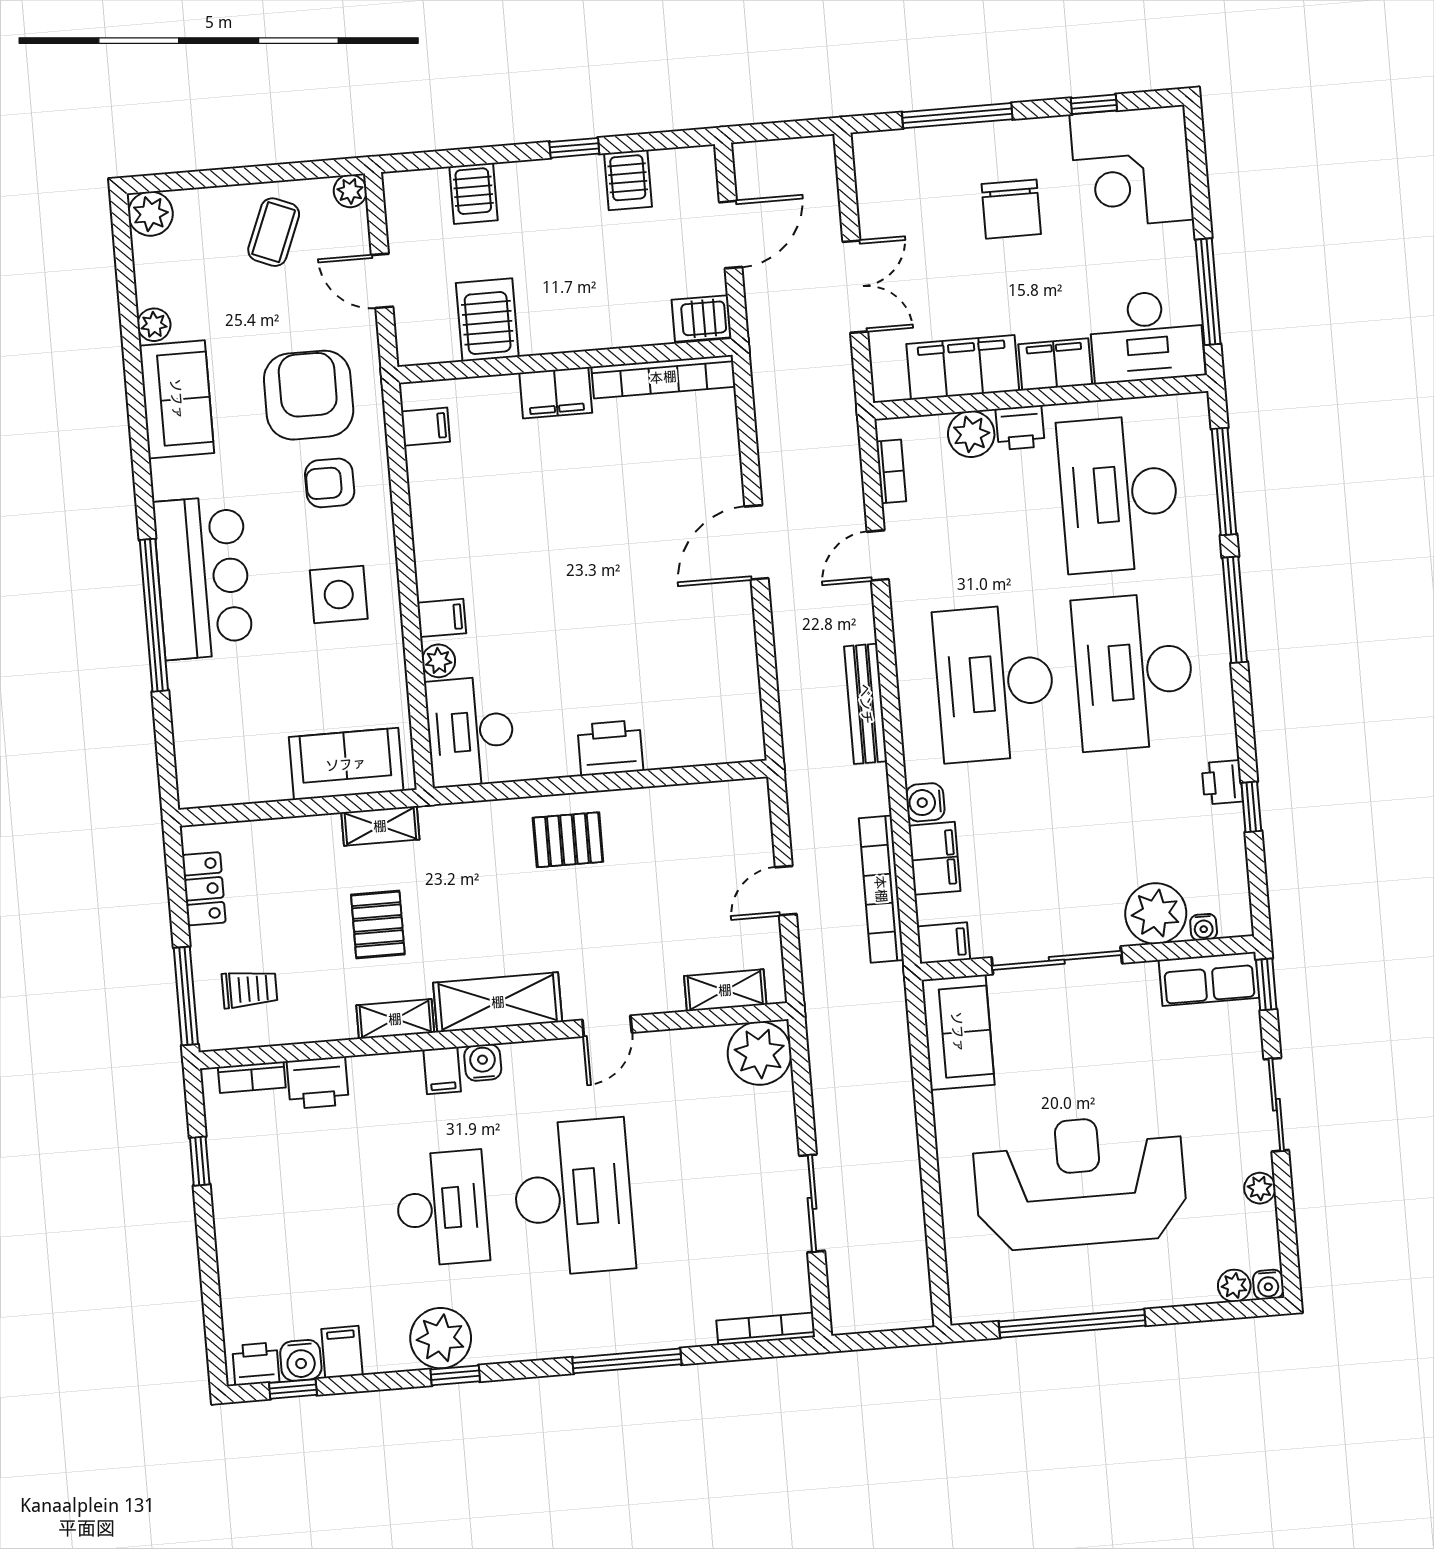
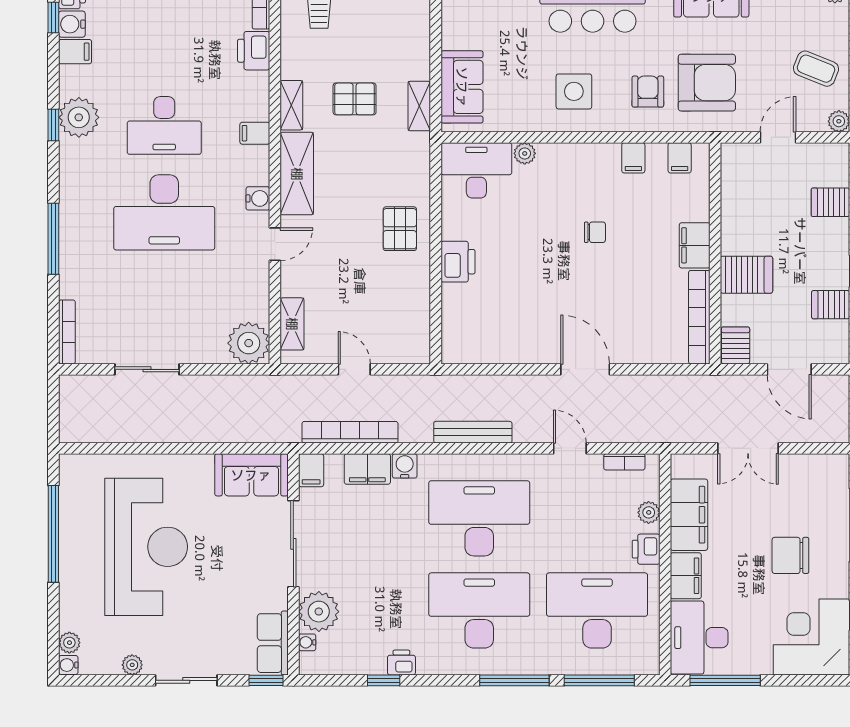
server rack: (487, 320) -> (746, 275), moved
plant: (971, 434) -> (649, 512), width x0.73, depth x0.73
chair: (549, 545) -> (595, 232), added
filing cabinet: (442, 618) -> (633, 158), moved
door: (607, 1026) -> (275, 244), swing flipped
water cooler: (483, 1063) -> (258, 198), moved

